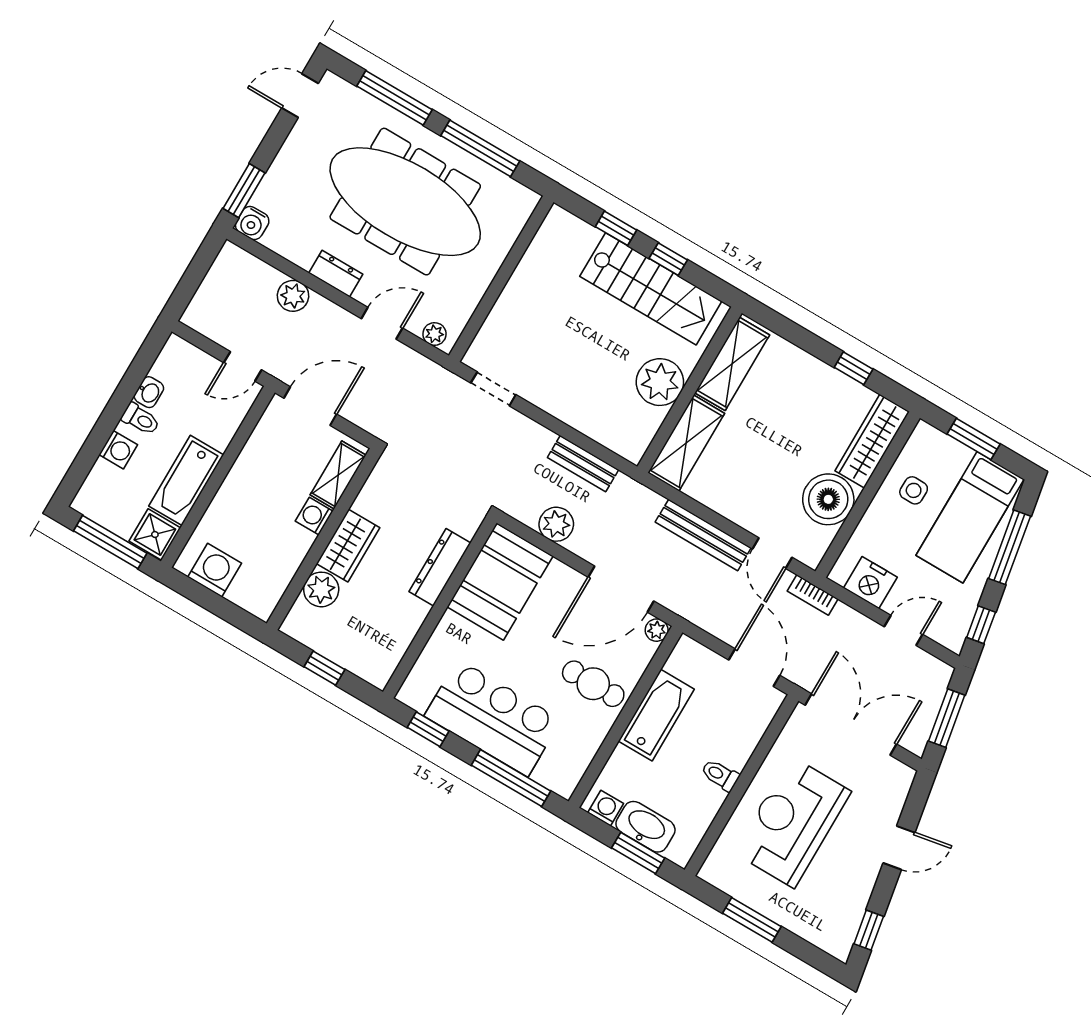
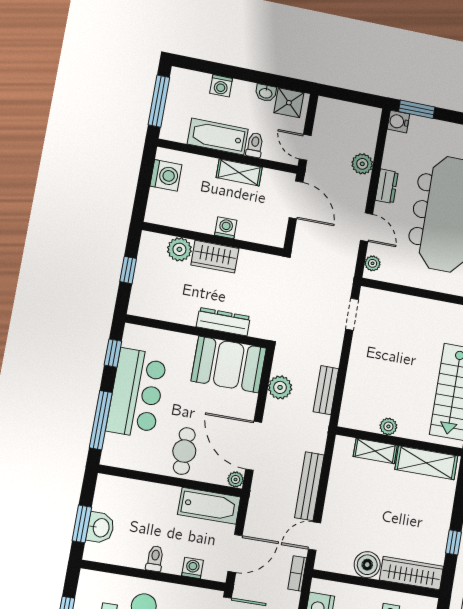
plant: (660, 382) -> (388, 426), width x0.53, depth x0.53
toilet: (141, 419) -> (255, 145), moved, turned 180
shelving: (686, 443) -> (375, 451), width x0.67, depth x0.75
shelving: (338, 475) -> (239, 172), moved
boiler: (828, 499) -> (367, 565), width x0.73, depth x0.73
shower: (155, 534) -> (289, 103), moved
bathtub: (656, 715) -> (209, 506), moved
washing machine: (606, 808) -> (193, 568), moved, turned -90
washbasin: (645, 827) -> (100, 528), width x0.72

